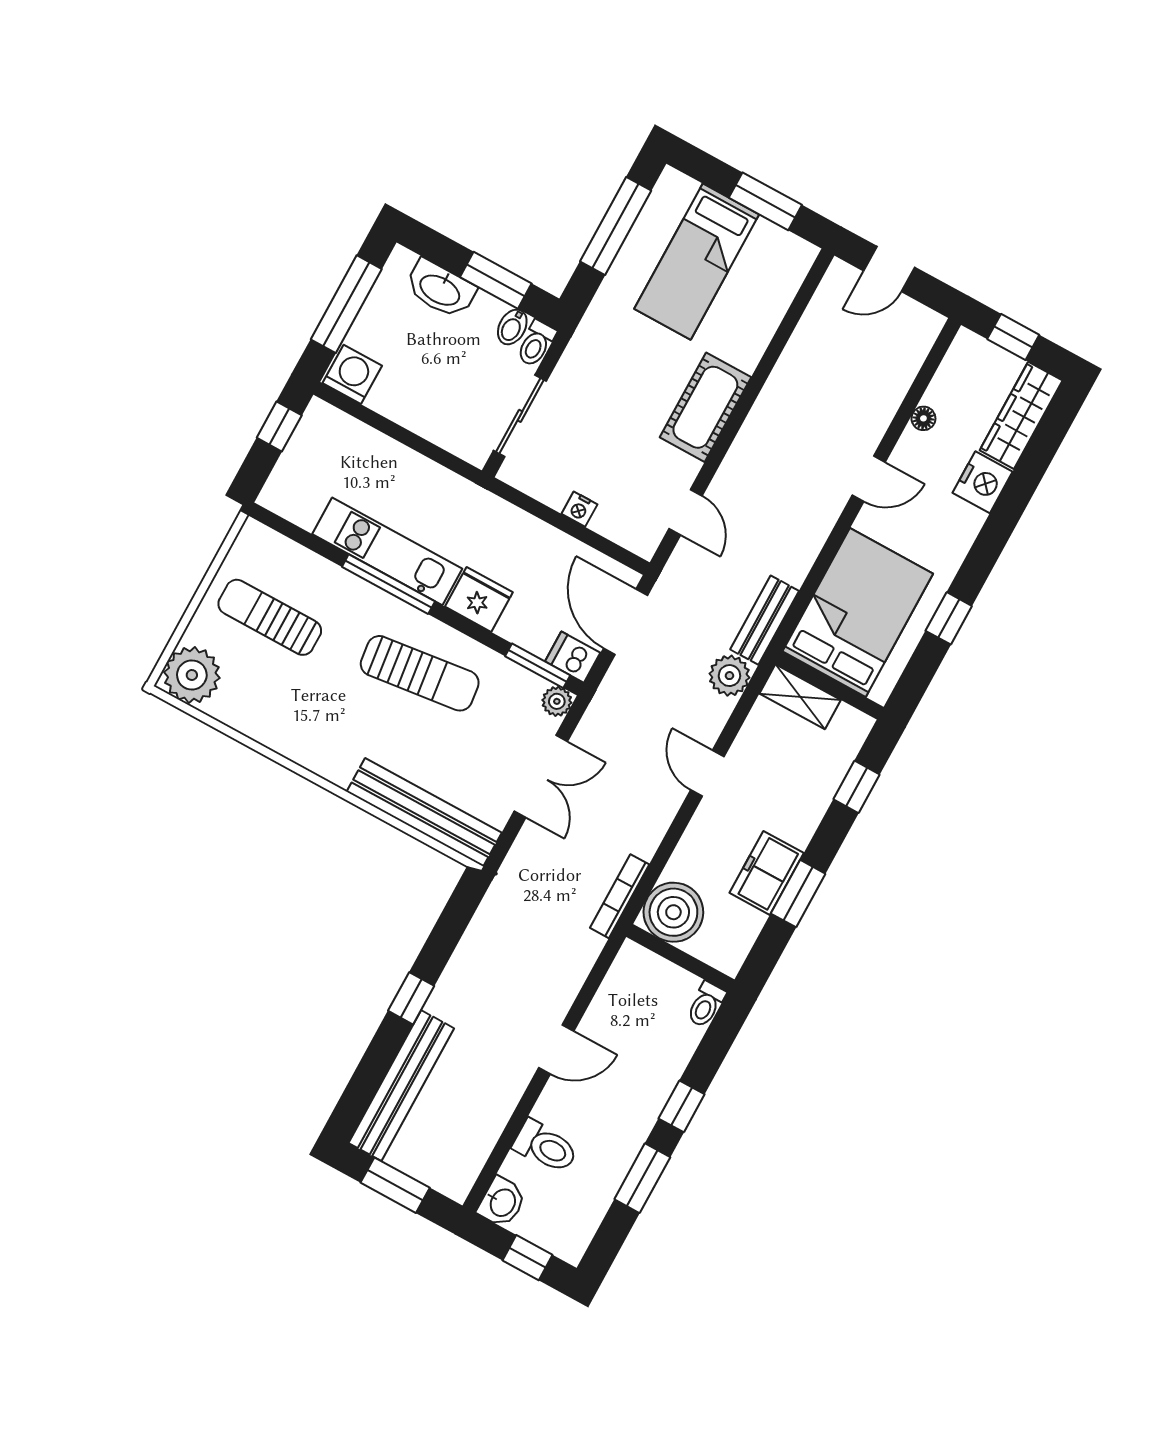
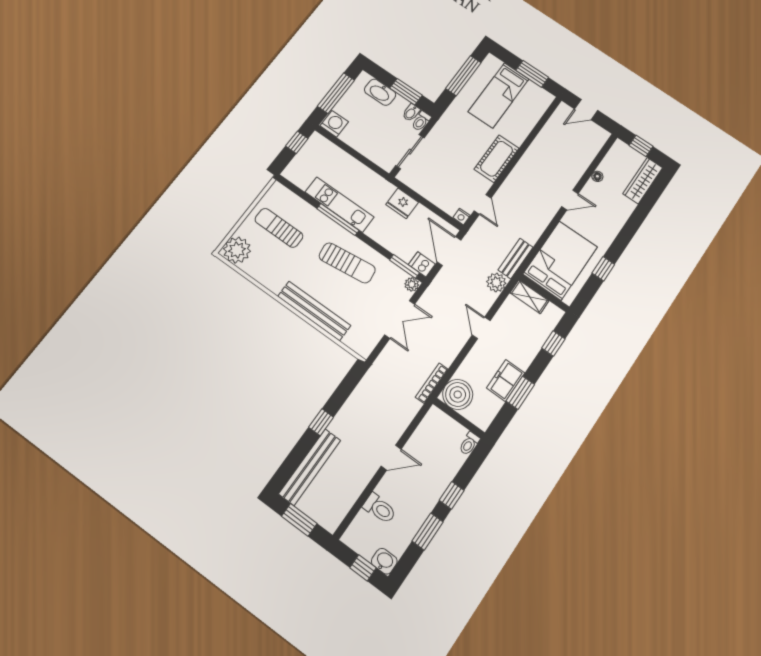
nightstand: (983, 482) -> (623, 208), removed
nightstand: (579, 509) -> (462, 217), moved
fridge: (479, 599) -> (402, 203), moved, turned 180
bench: (424, 812) -> (314, 311), moved
washbasin: (502, 1202) -> (384, 561), moved, turned -90

